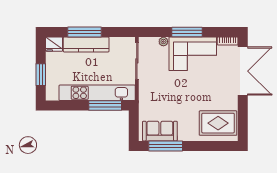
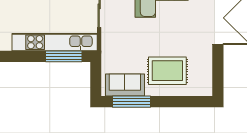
rug: (218, 123) -> (167, 71), moved

